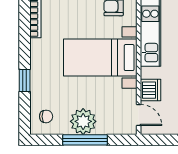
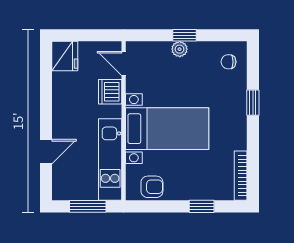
plant: (83, 121) -> (180, 49), width x0.53, depth x0.53
window: (85, 140) -> (184, 35), width x0.46

